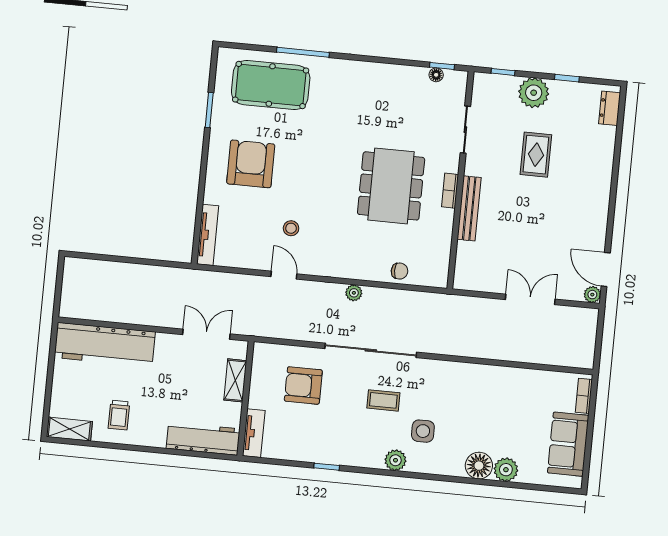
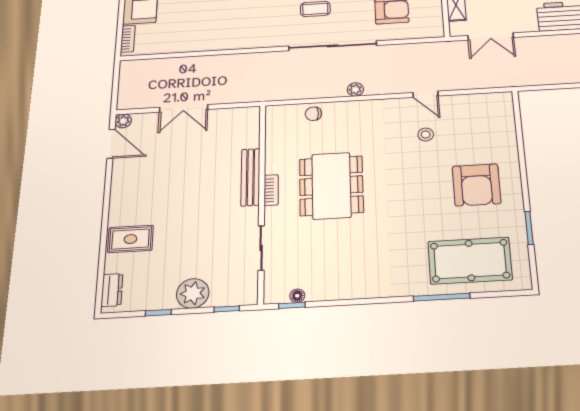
rug: (536, 155) -> (130, 239), moved, turned 90
tv unit: (208, 235) -> (507, 117), removed

